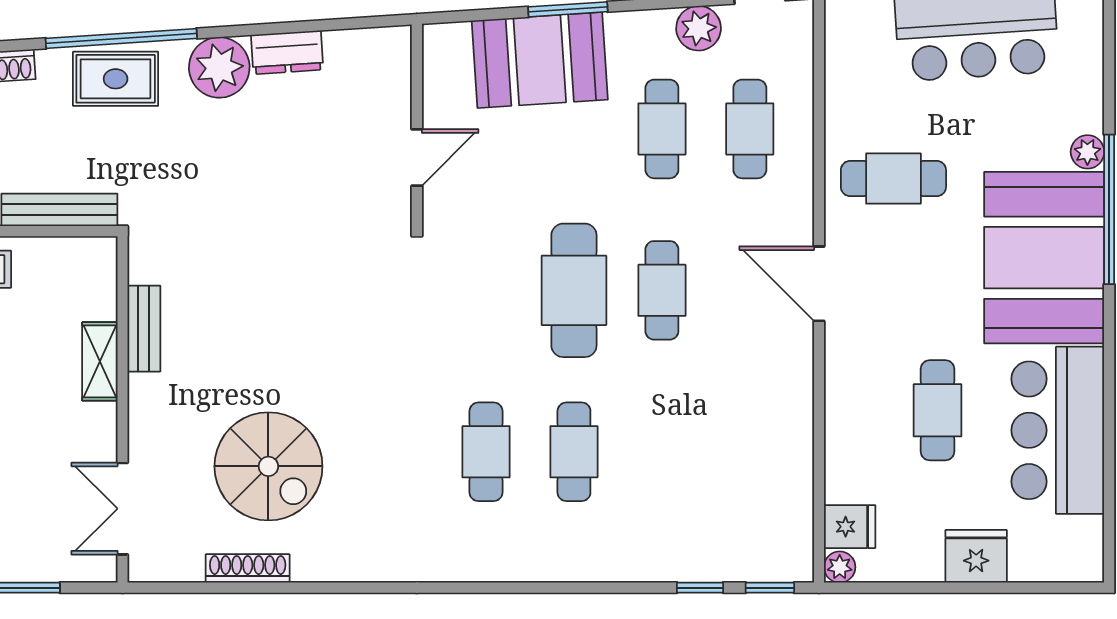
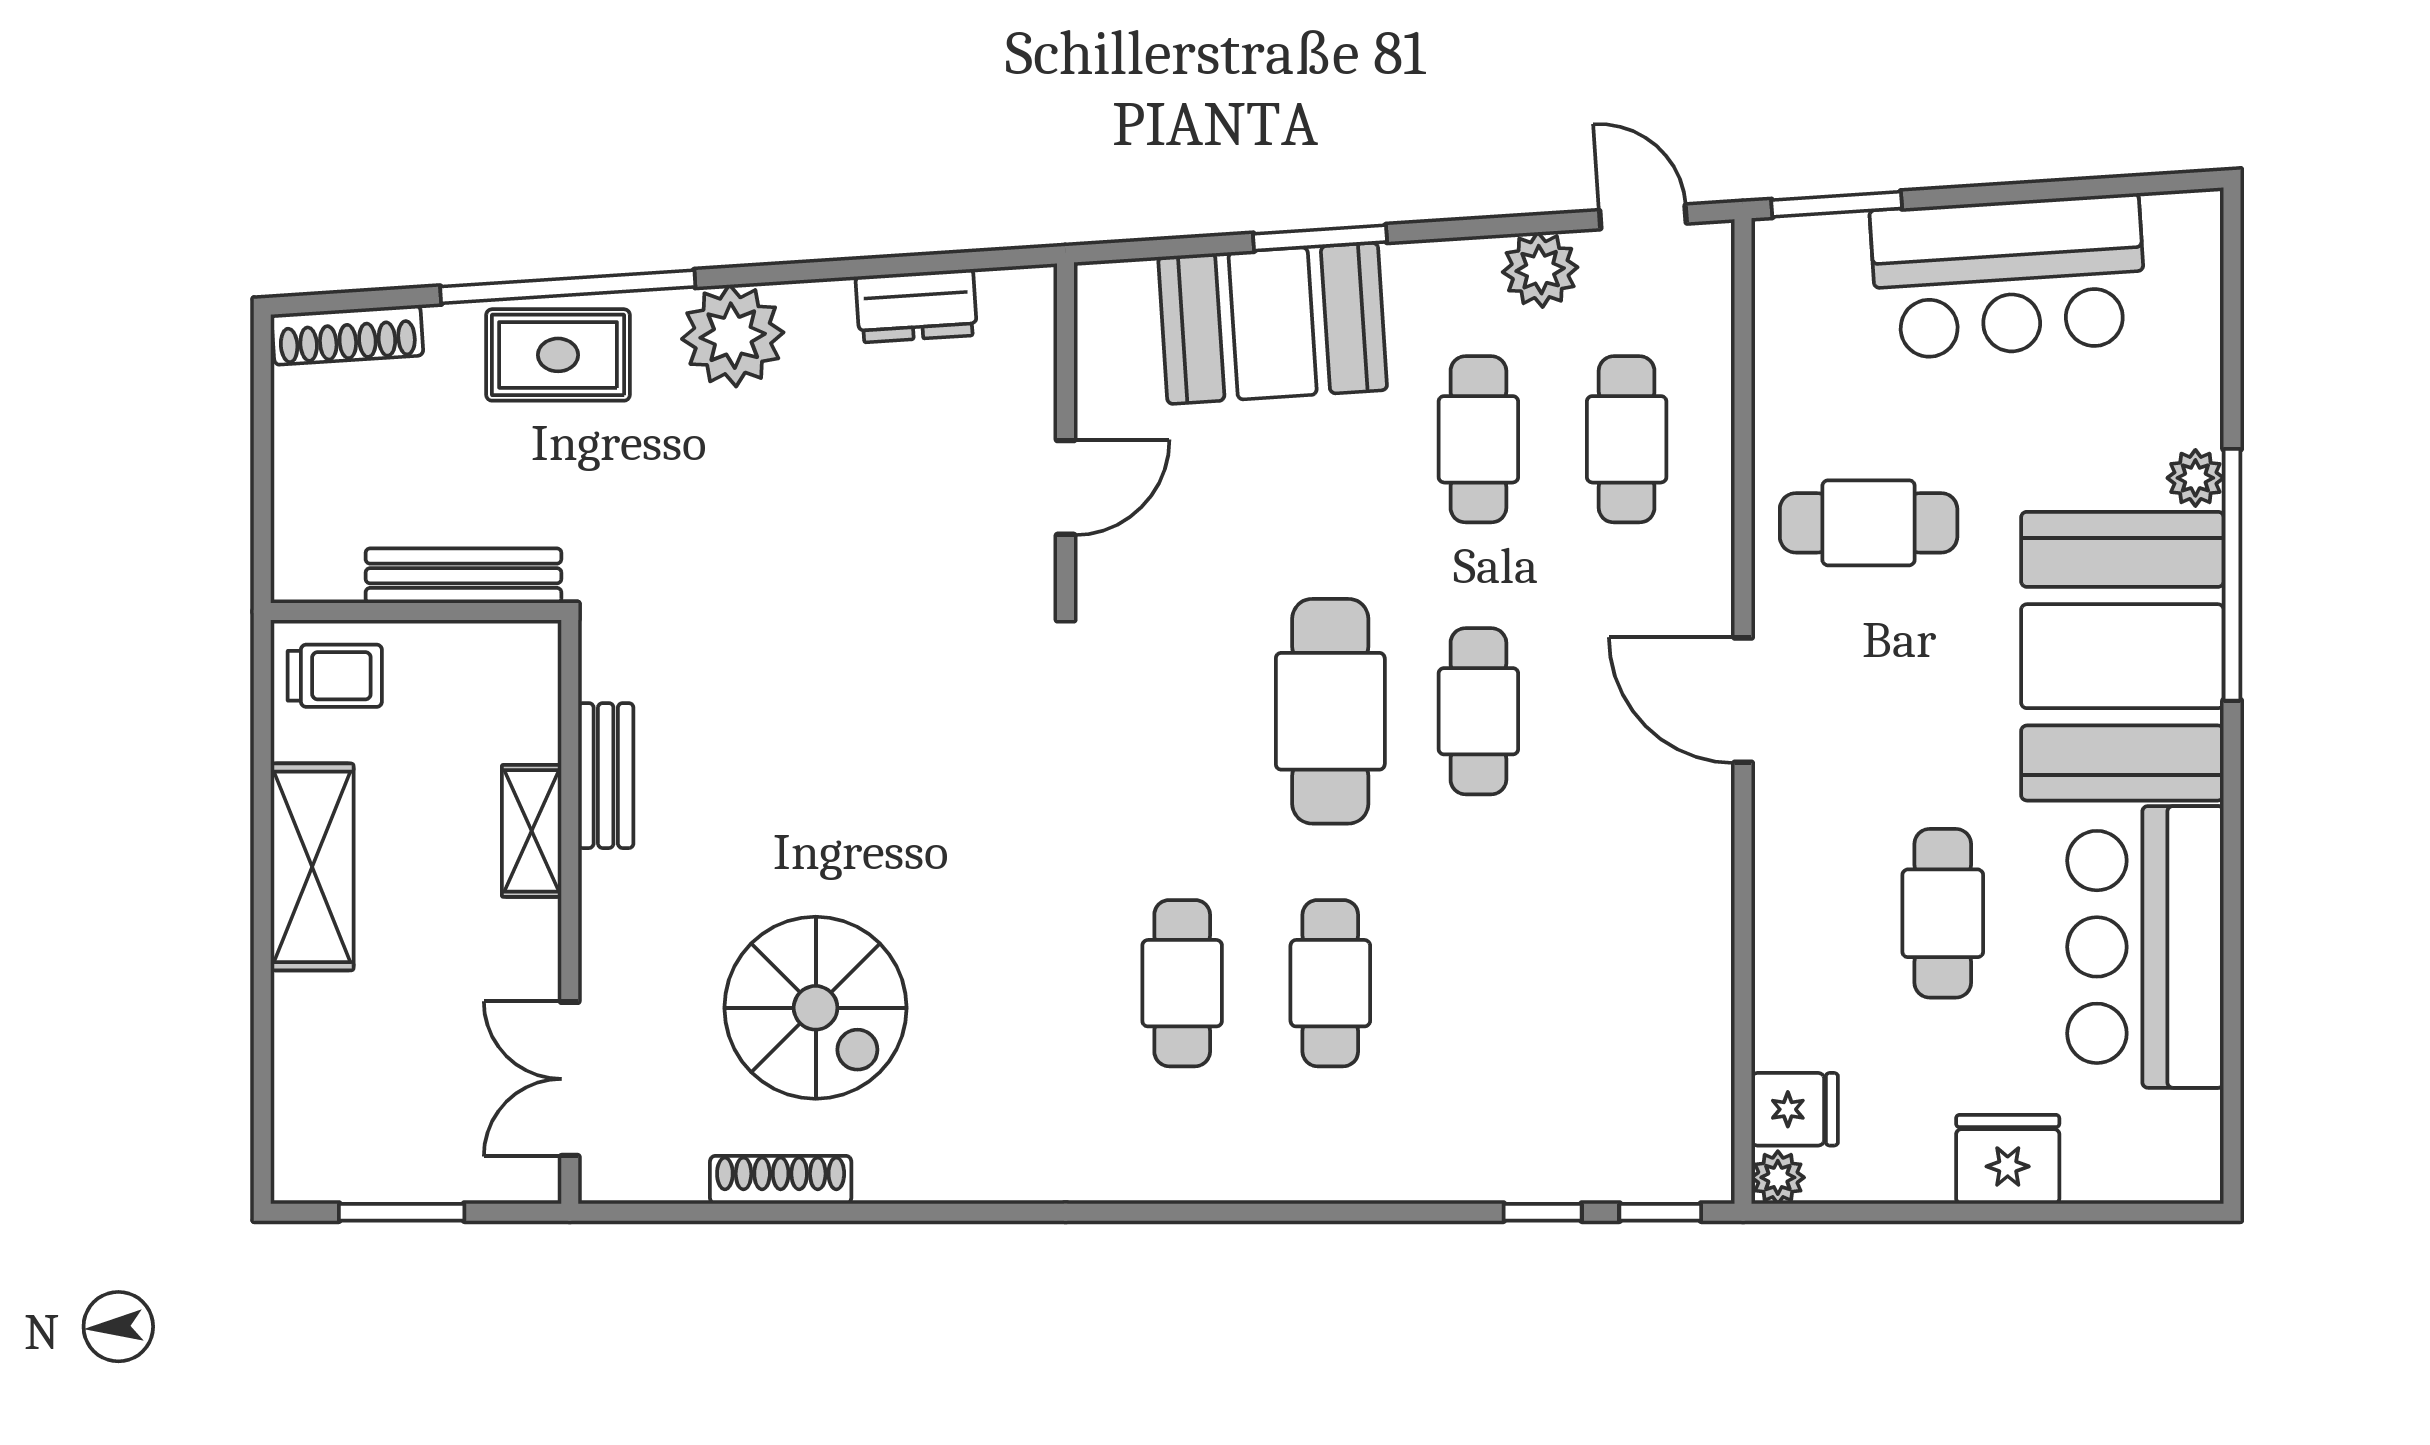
dresser: (287, 52) -> (916, 306), moved

